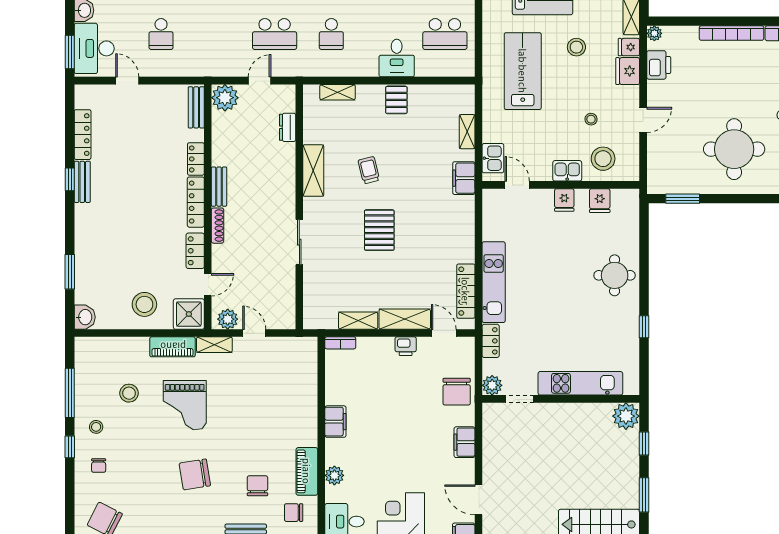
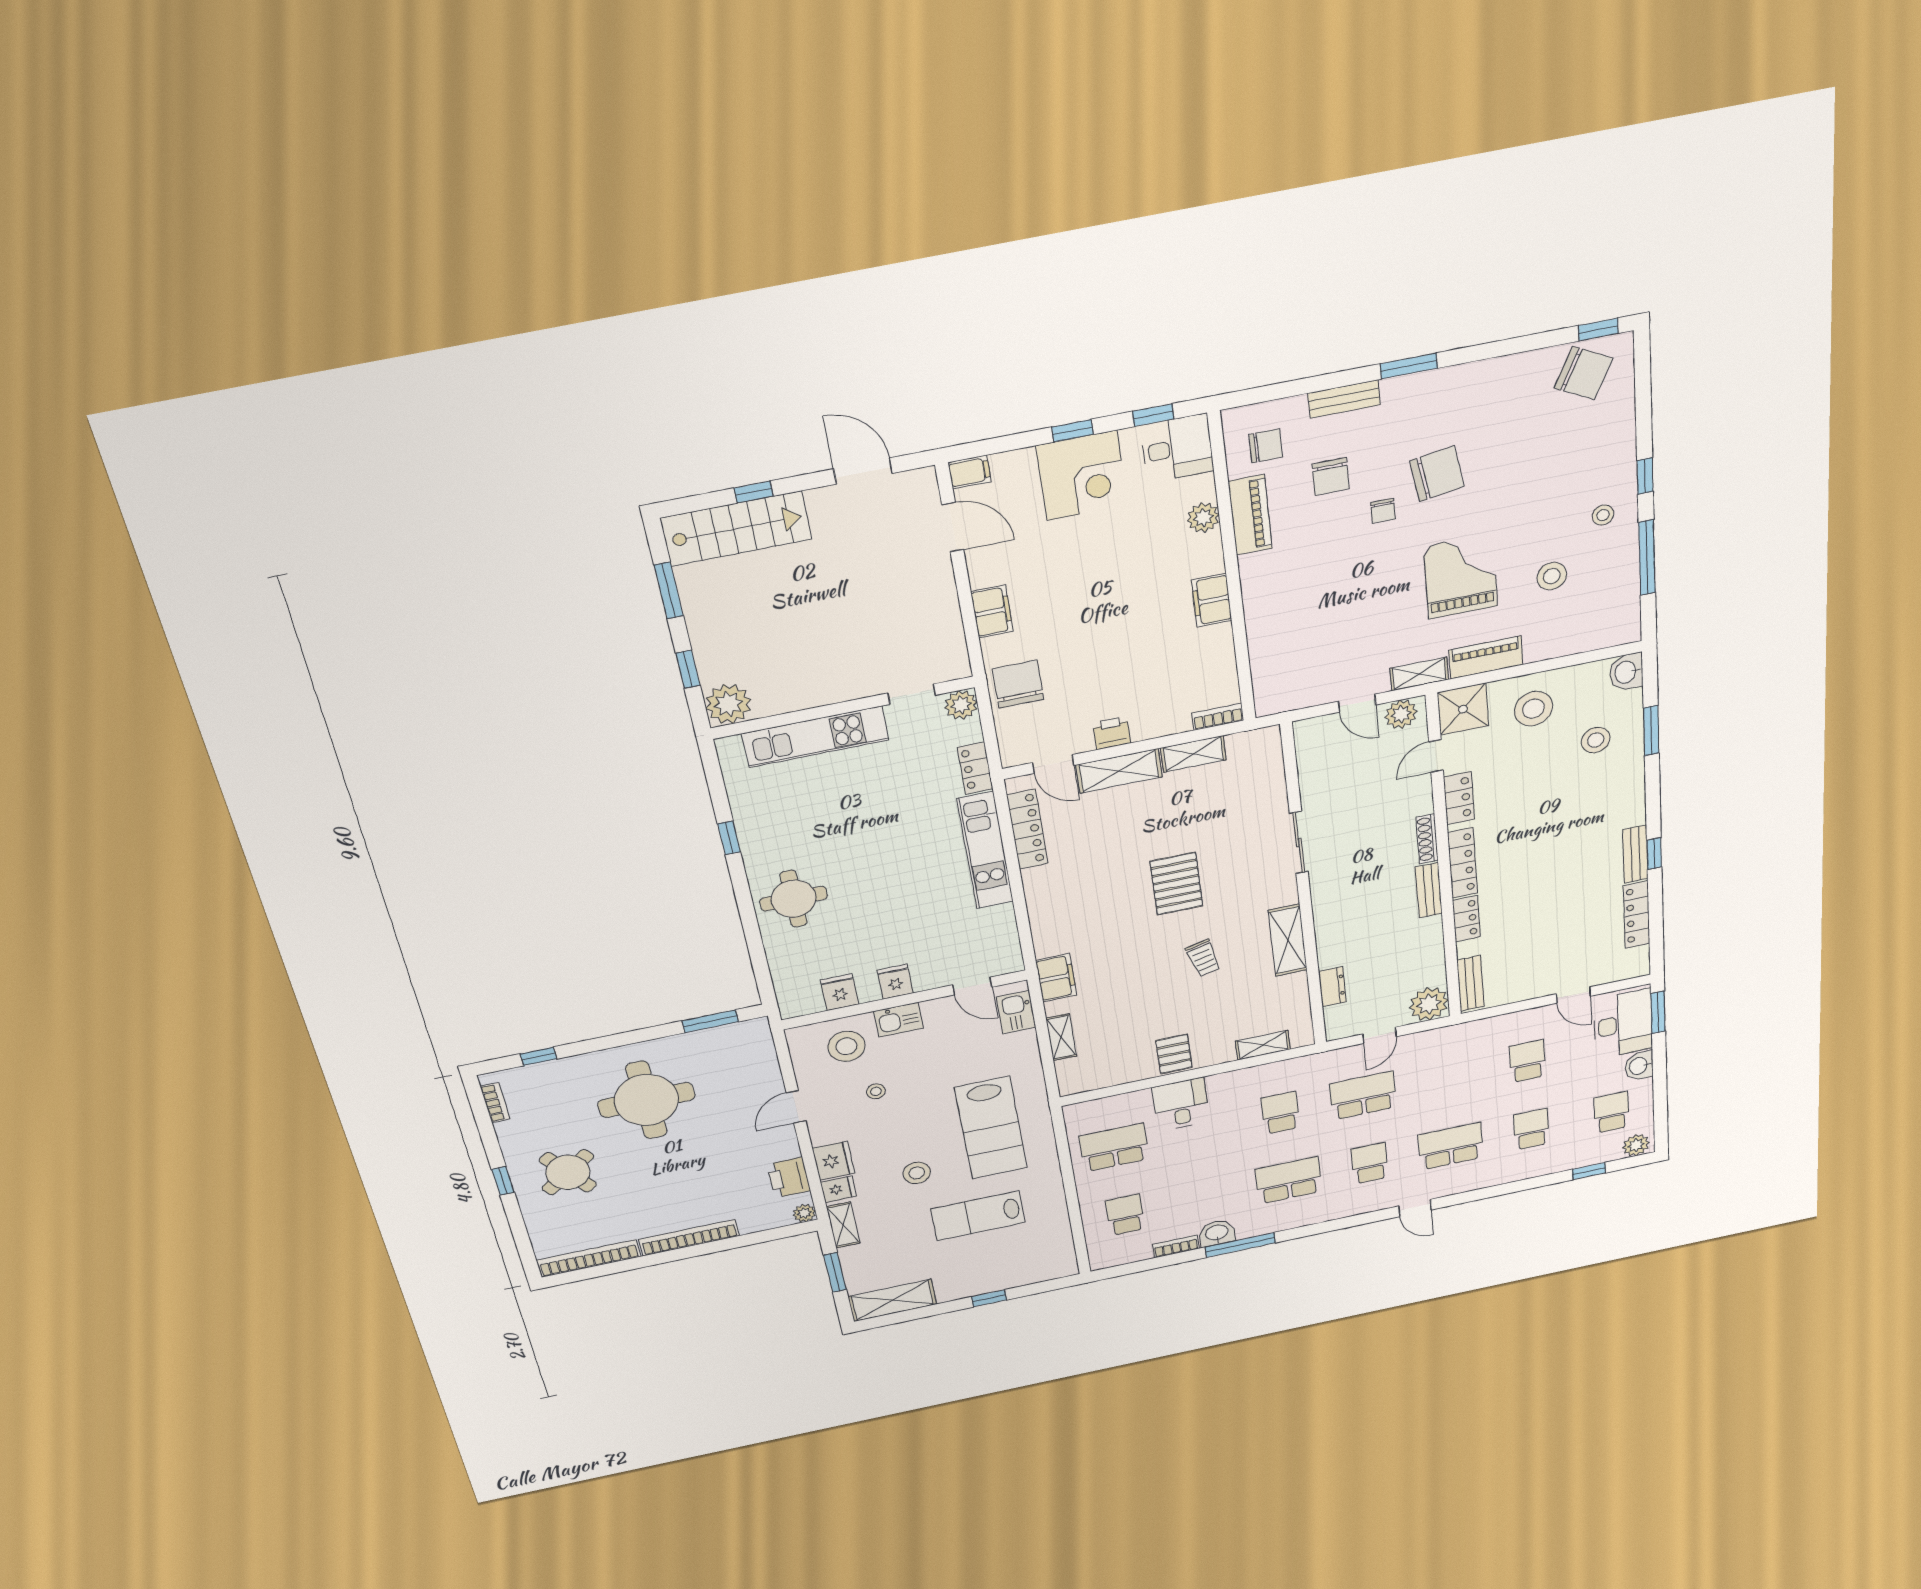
stool: (106, 273) -> (1596, 740), added
chair: (99, 466) -> (1383, 511), moved, turned 180

